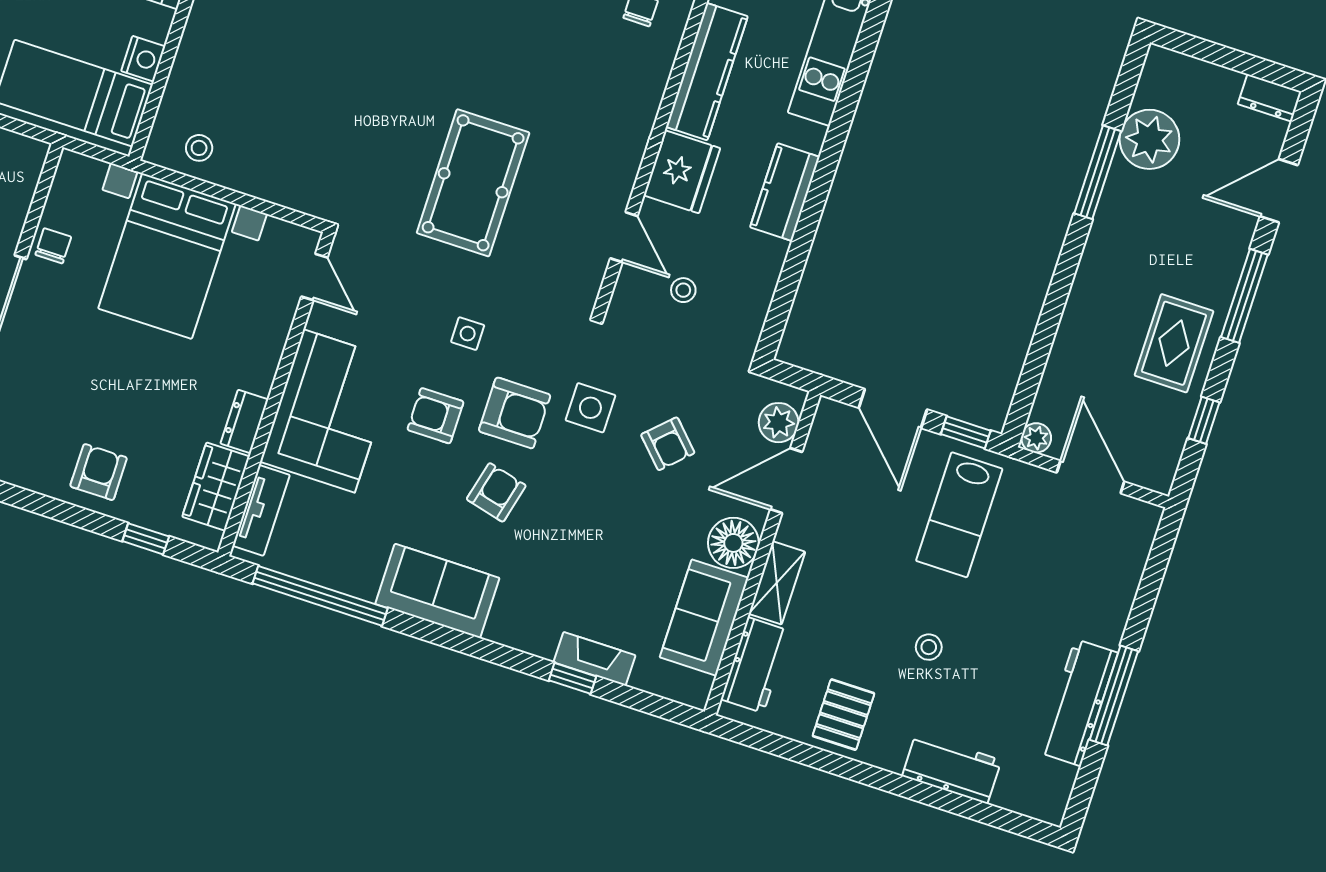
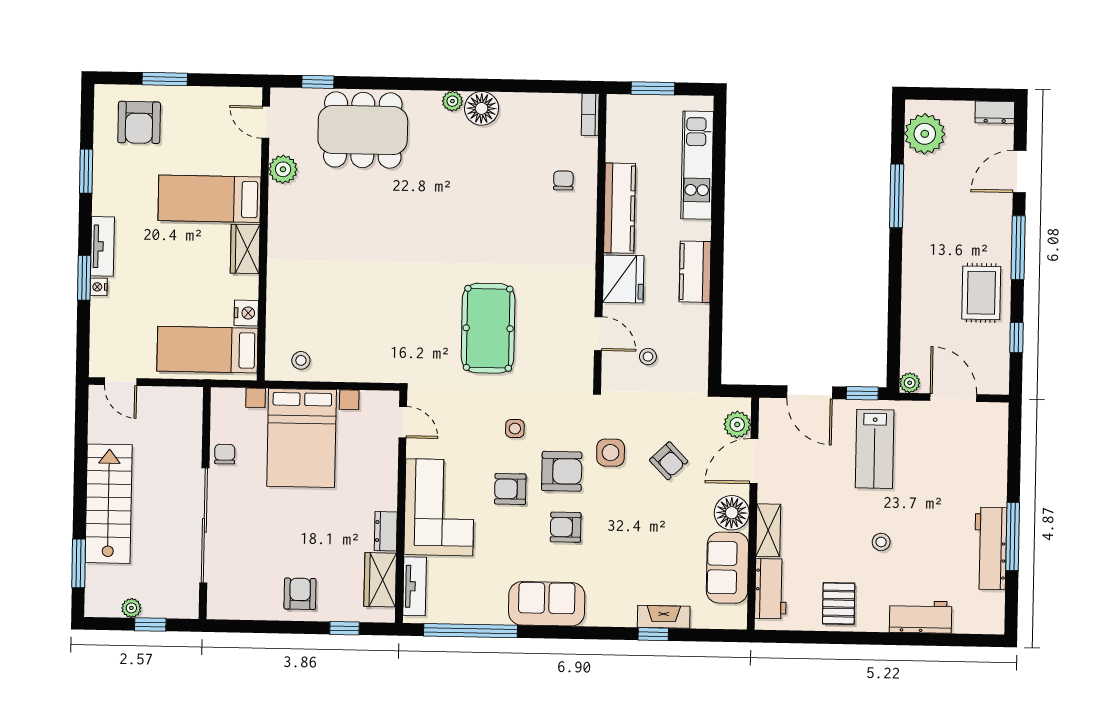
plant: (1149, 139) -> (925, 134), moved
armchair: (496, 492) -> (566, 527), turned -104

